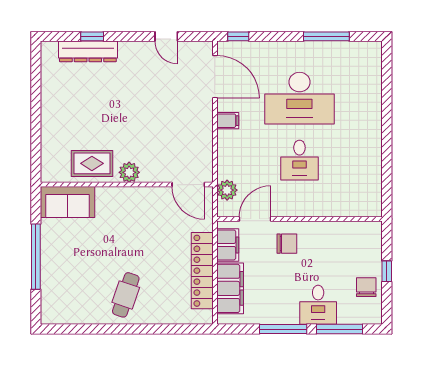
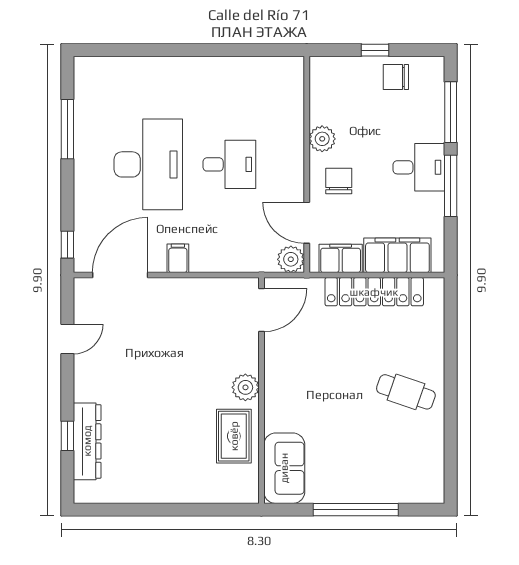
plant: (227, 190) -> (291, 259), moved
plant: (319, 231) -> (322, 139), added
desk: (318, 305) -> (419, 167), moved

